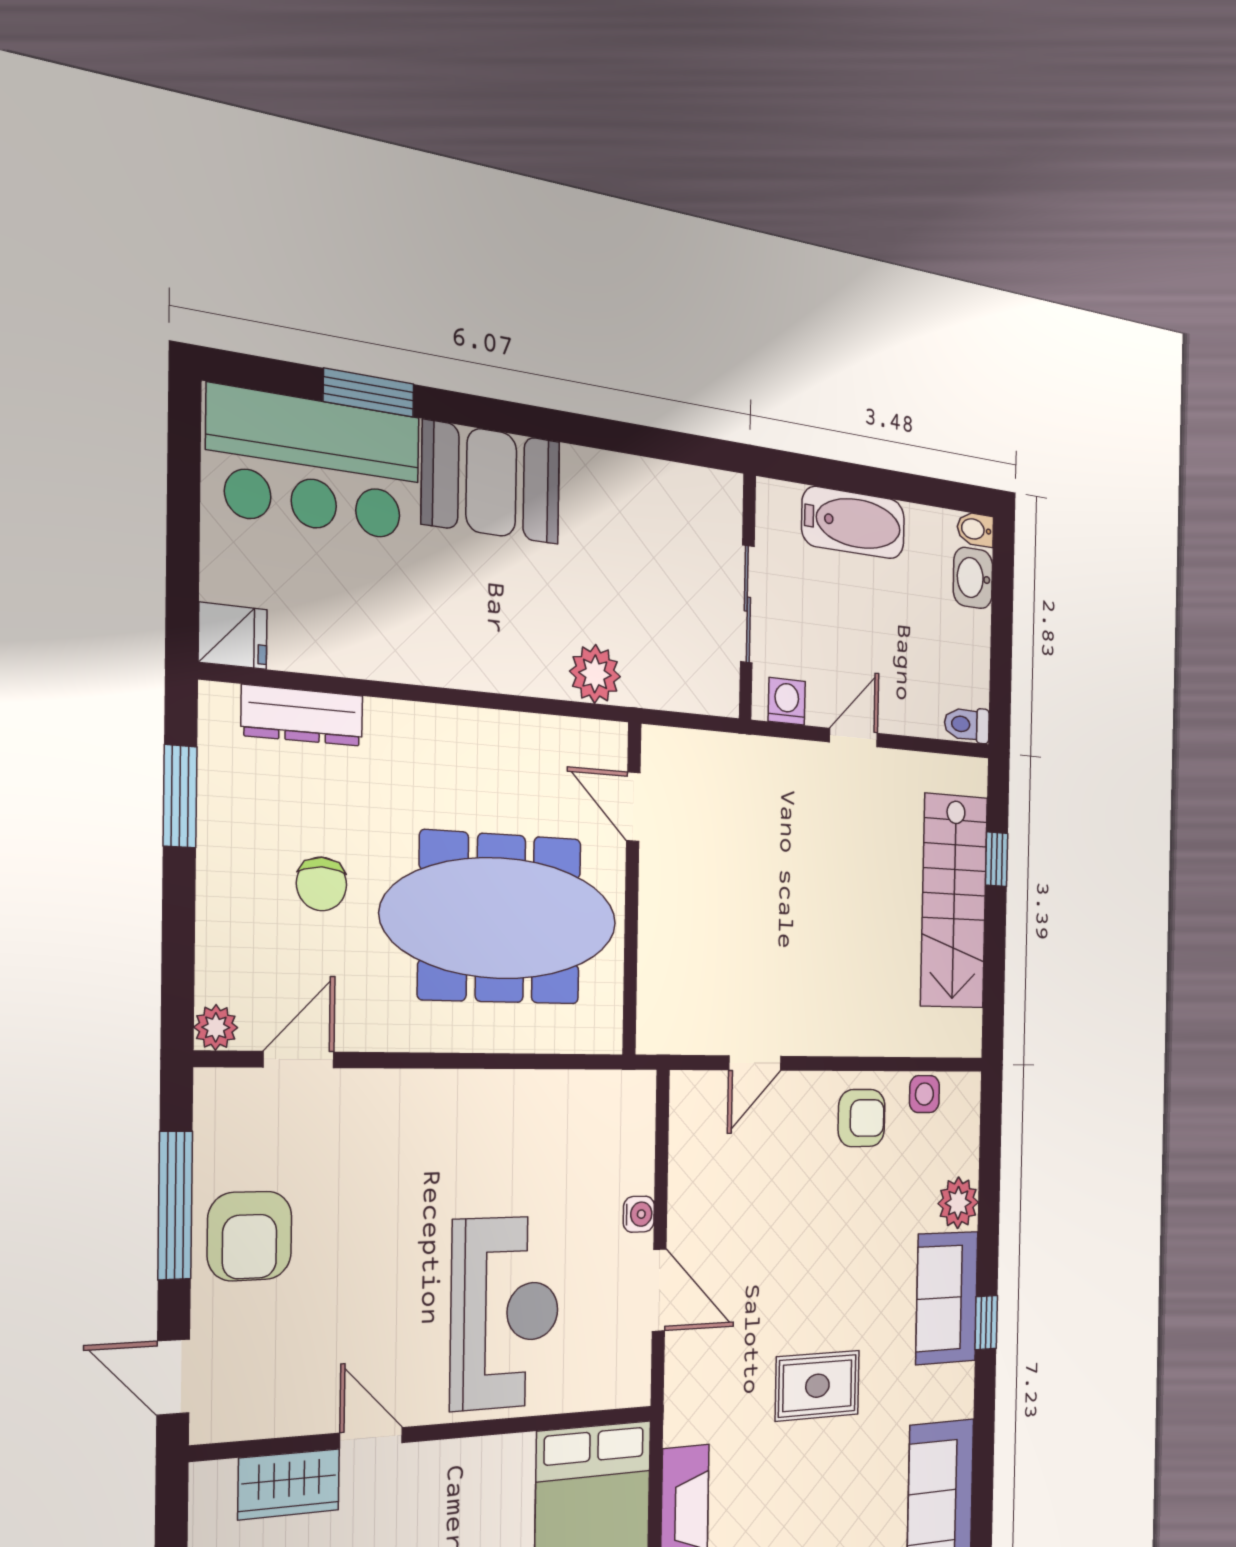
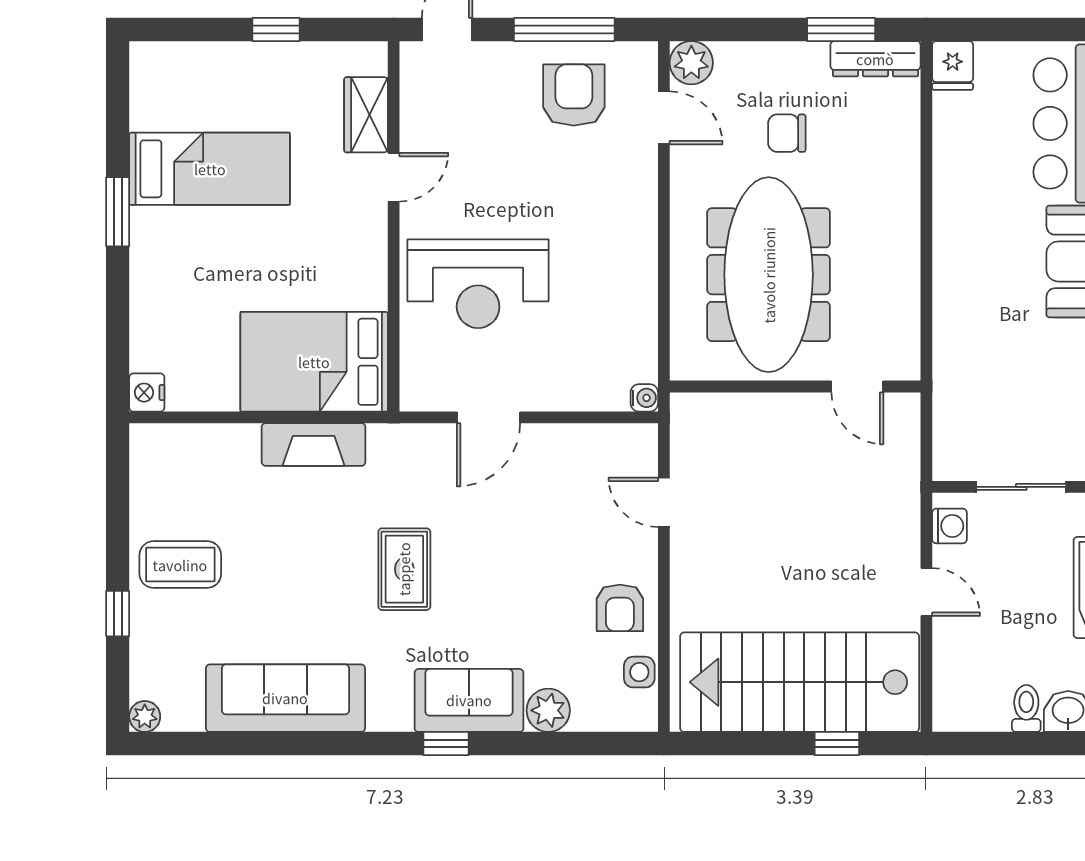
plant: (595, 674) -> (954, 351), removed
dresser: (302, 716) -> (875, 59), moved, turned -90
toilet: (967, 725) -> (1026, 708), moved
door: (633, 807) -> (857, 387), swing flipped
stairs: (954, 901) -> (800, 682), width x1.36, depth x1.51
plant: (216, 1027) -> (691, 63), width x1.38, depth x1.38
water cooler: (639, 1214) -> (644, 398), moved, turned -90
armchair: (250, 1236) -> (574, 95), moved, turned 90

